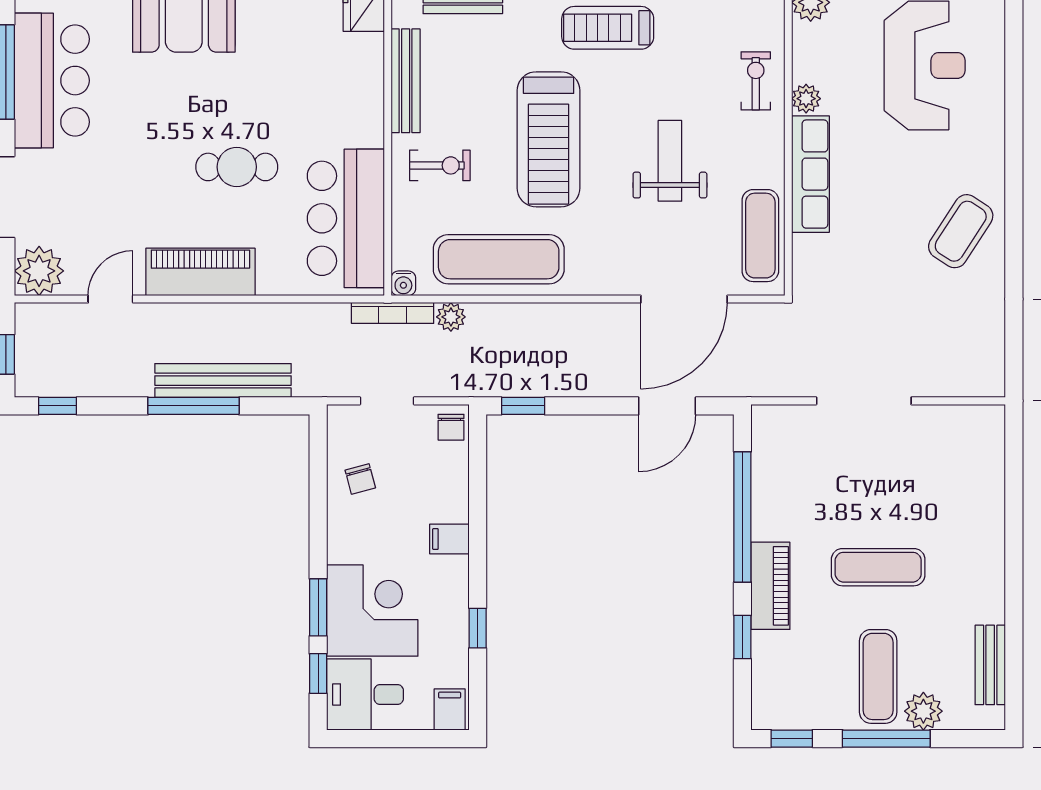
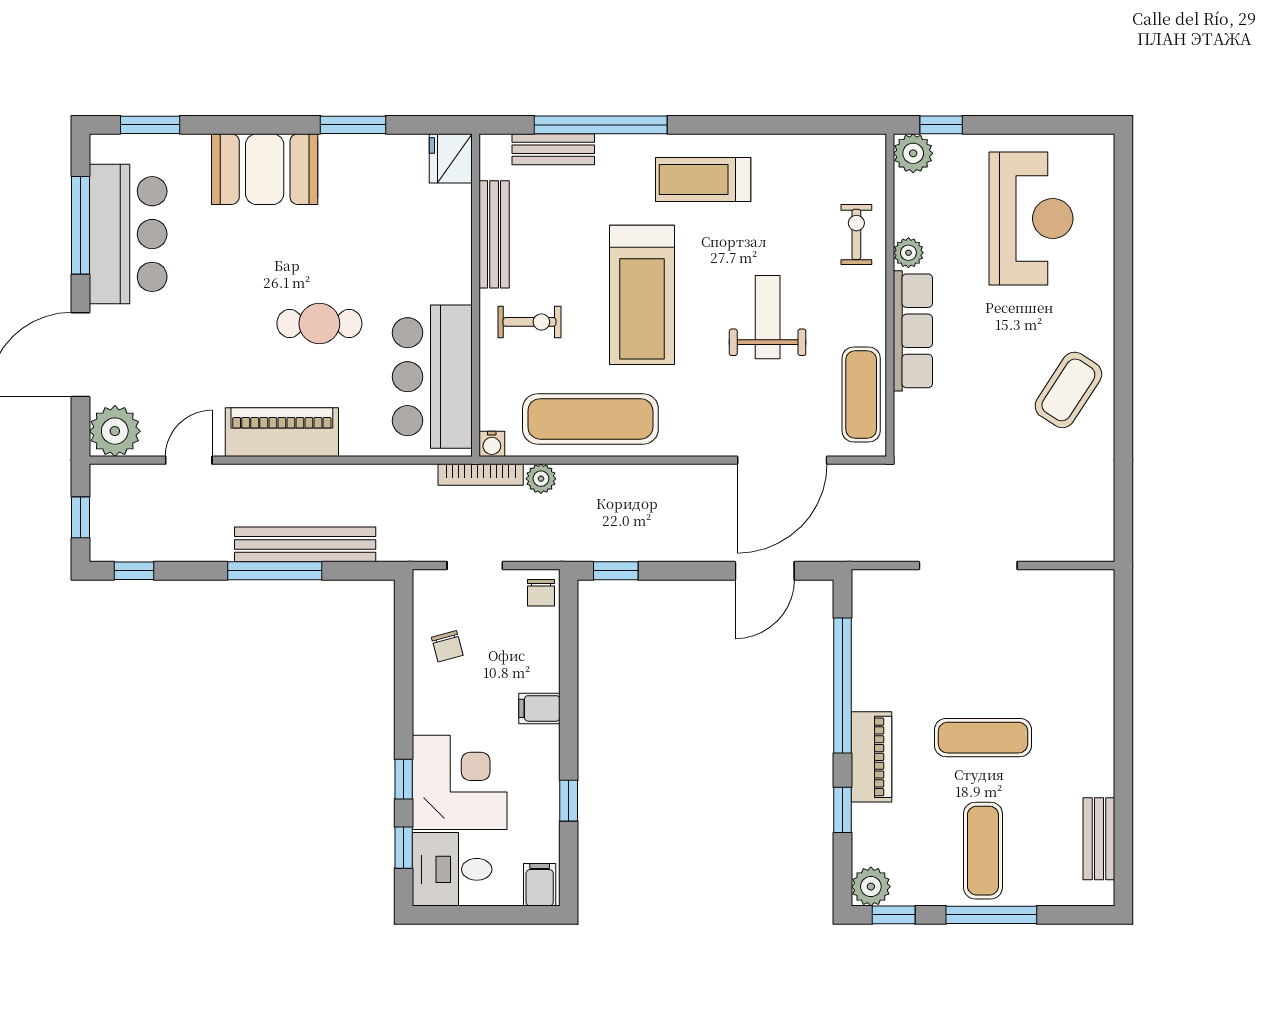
window: (318, 607) -> (404, 779), width x0.67
plant: (923, 711) -> (871, 887), moved

